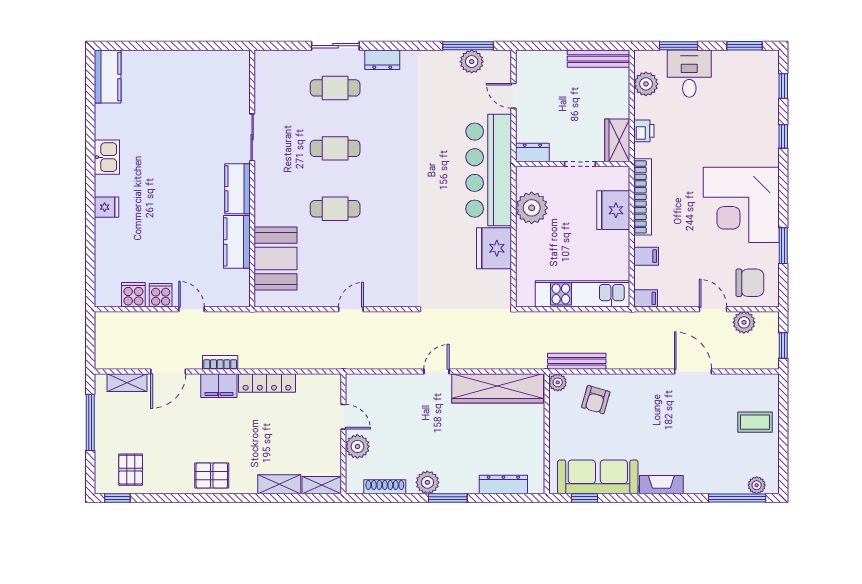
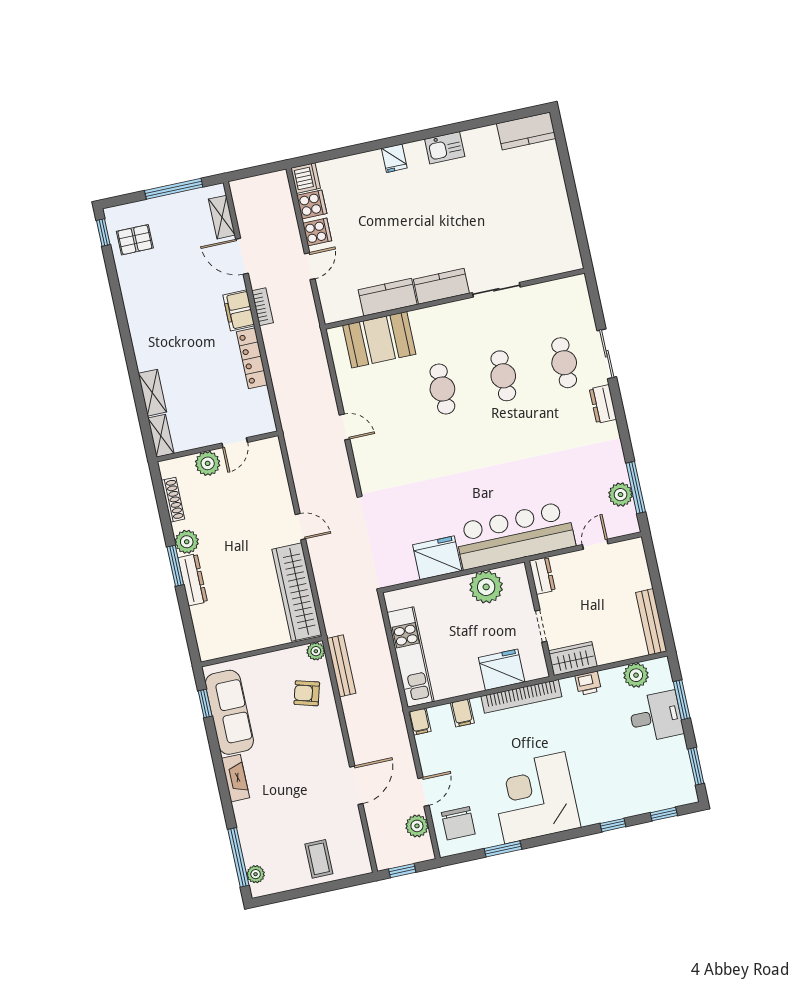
dishwasher: (107, 295) -> (306, 178), added
pallet: (212, 476) -> (147, 323), removed
dresser: (503, 485) -> (193, 580), moved

